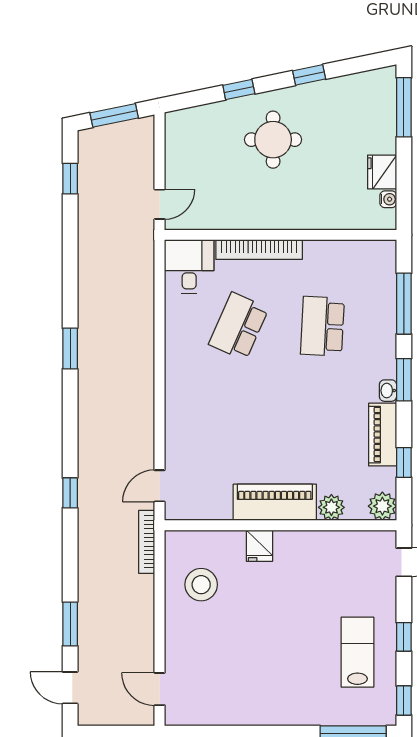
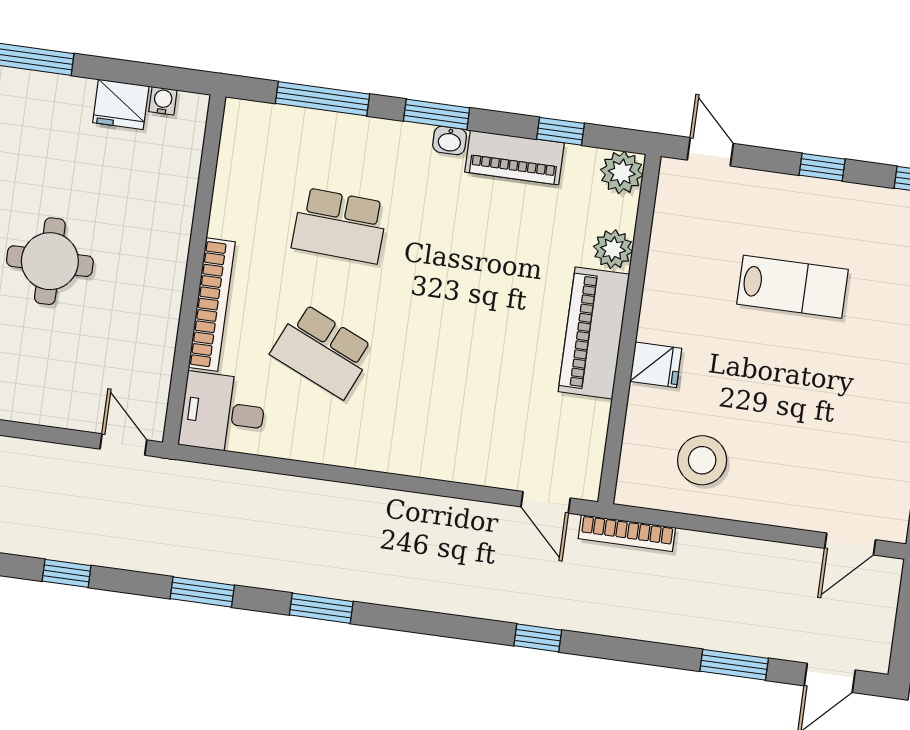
window: (70, 269) -> (202, 592), added
lab bench: (357, 652) -> (793, 287), moved, turned 180

